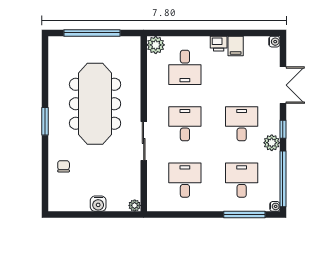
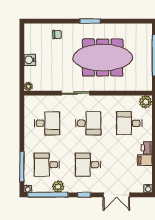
desk: (242, 124) -> (88, 165), turned 180
plant: (272, 143) -> (58, 187), moved
desk: (242, 180) -> (47, 165), turned 180

